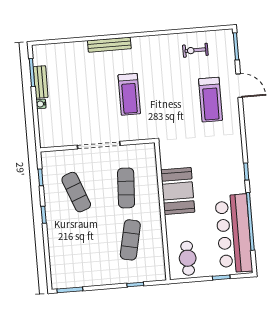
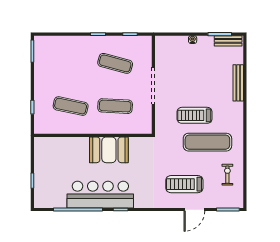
bench: (109, 45) -> (238, 83), moved
exercise mat: (159, 77) -> (207, 142), added
bench: (41, 82) -> (228, 41), moved
exercise mat: (76, 192) -> (115, 63), turned 36
bar counter: (234, 234) -> (100, 195), moved
cafe table: (188, 258) -> (51, 154), removed

